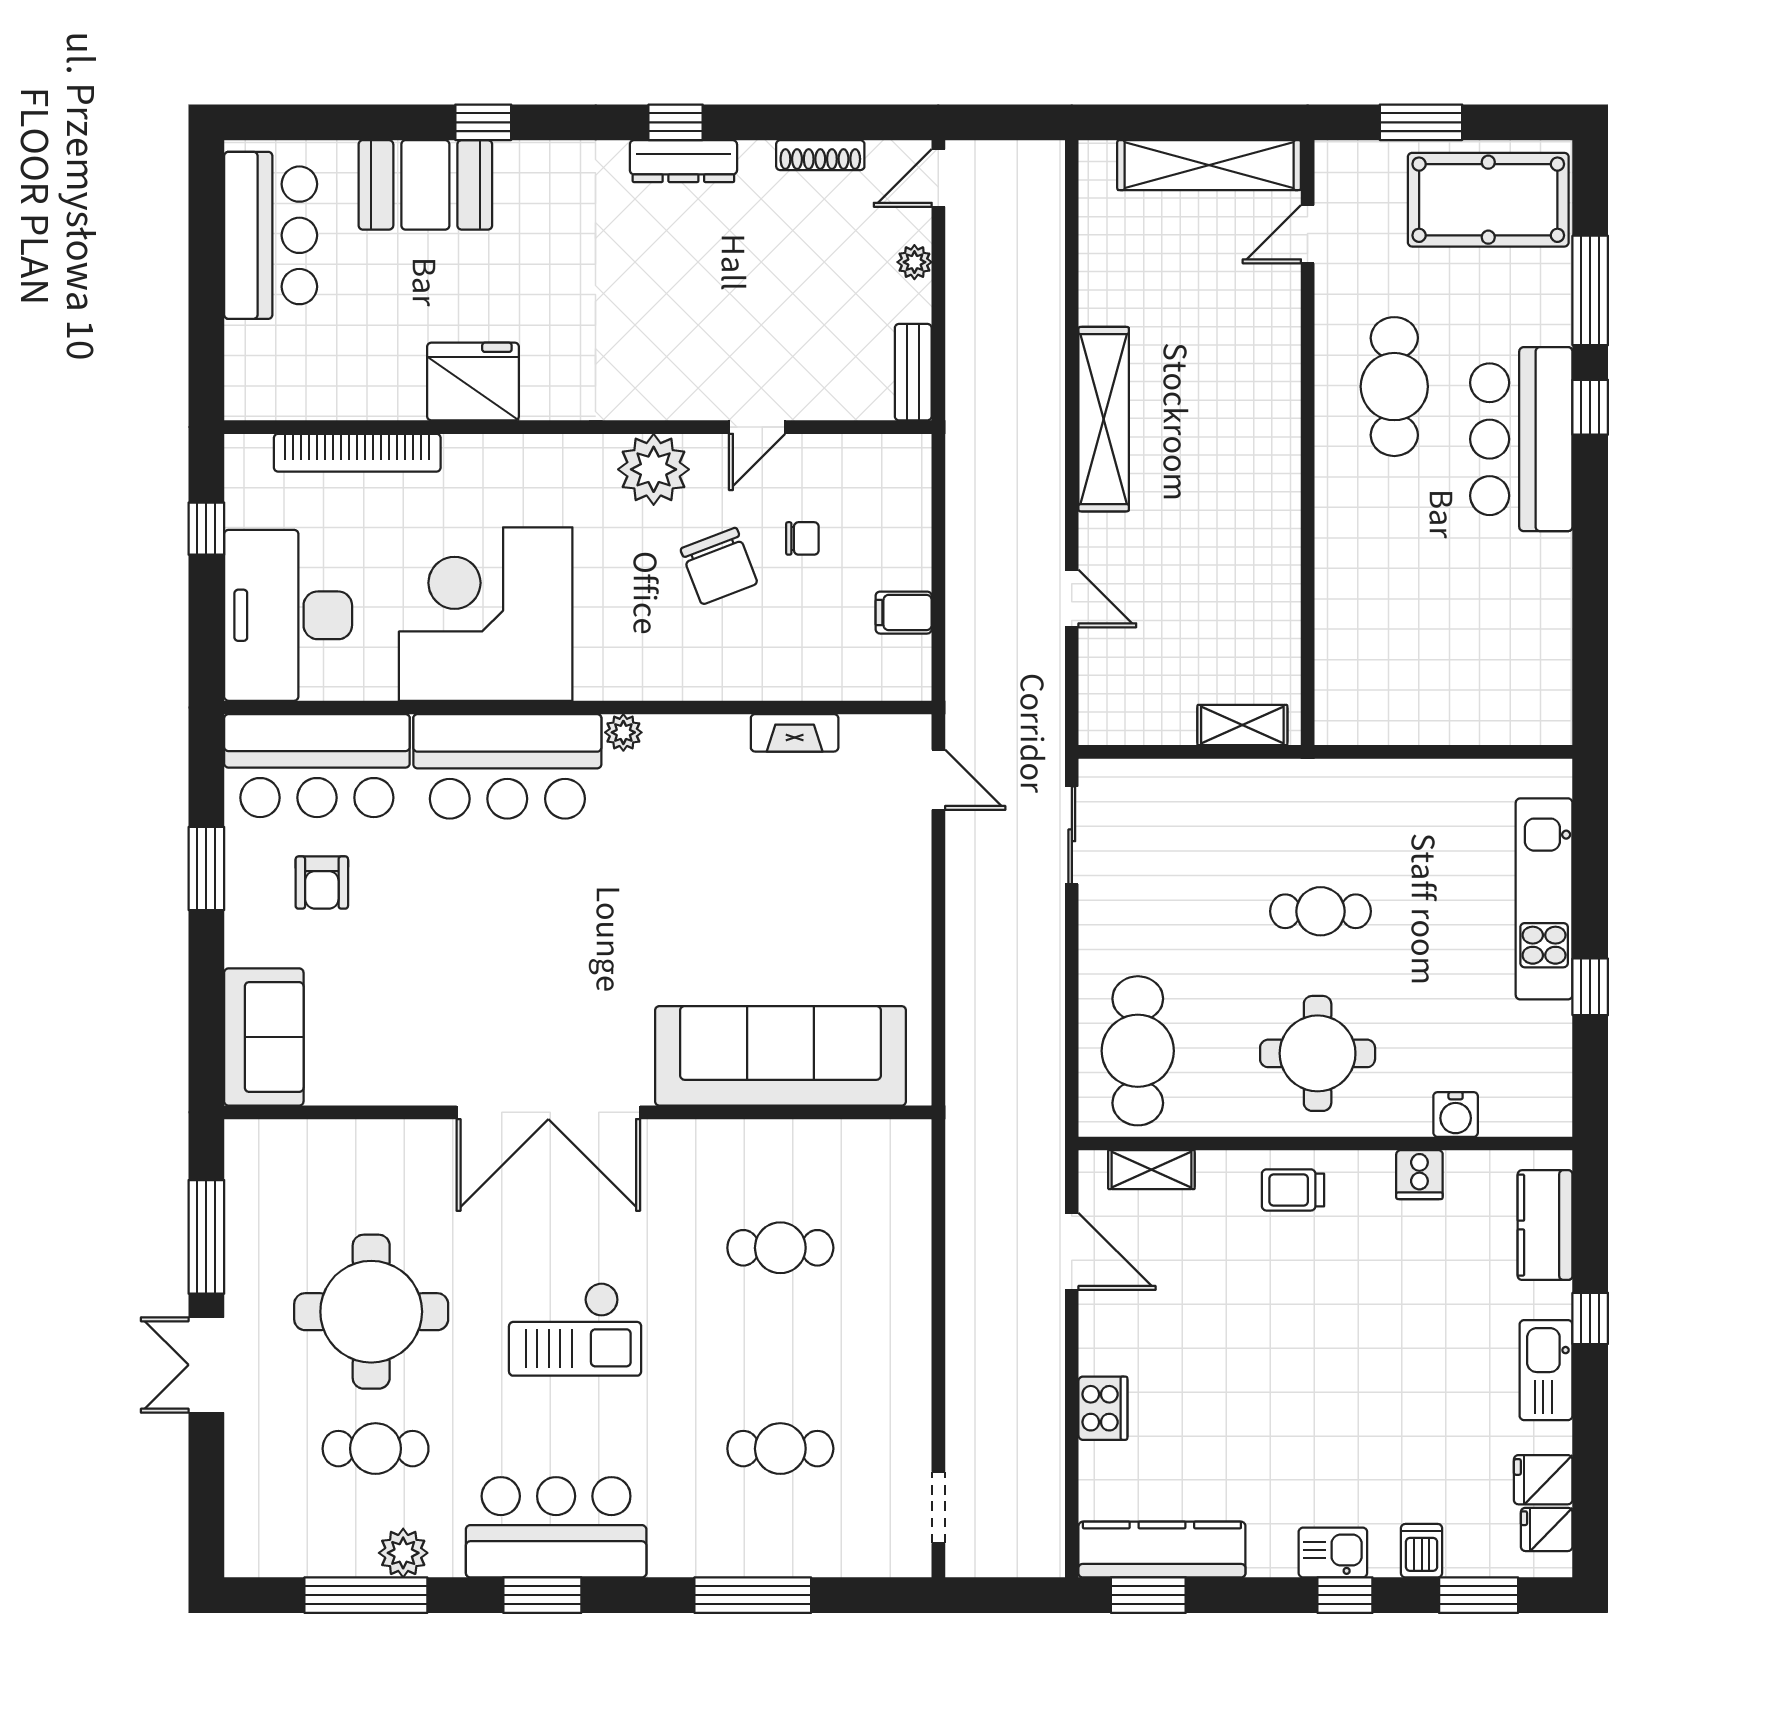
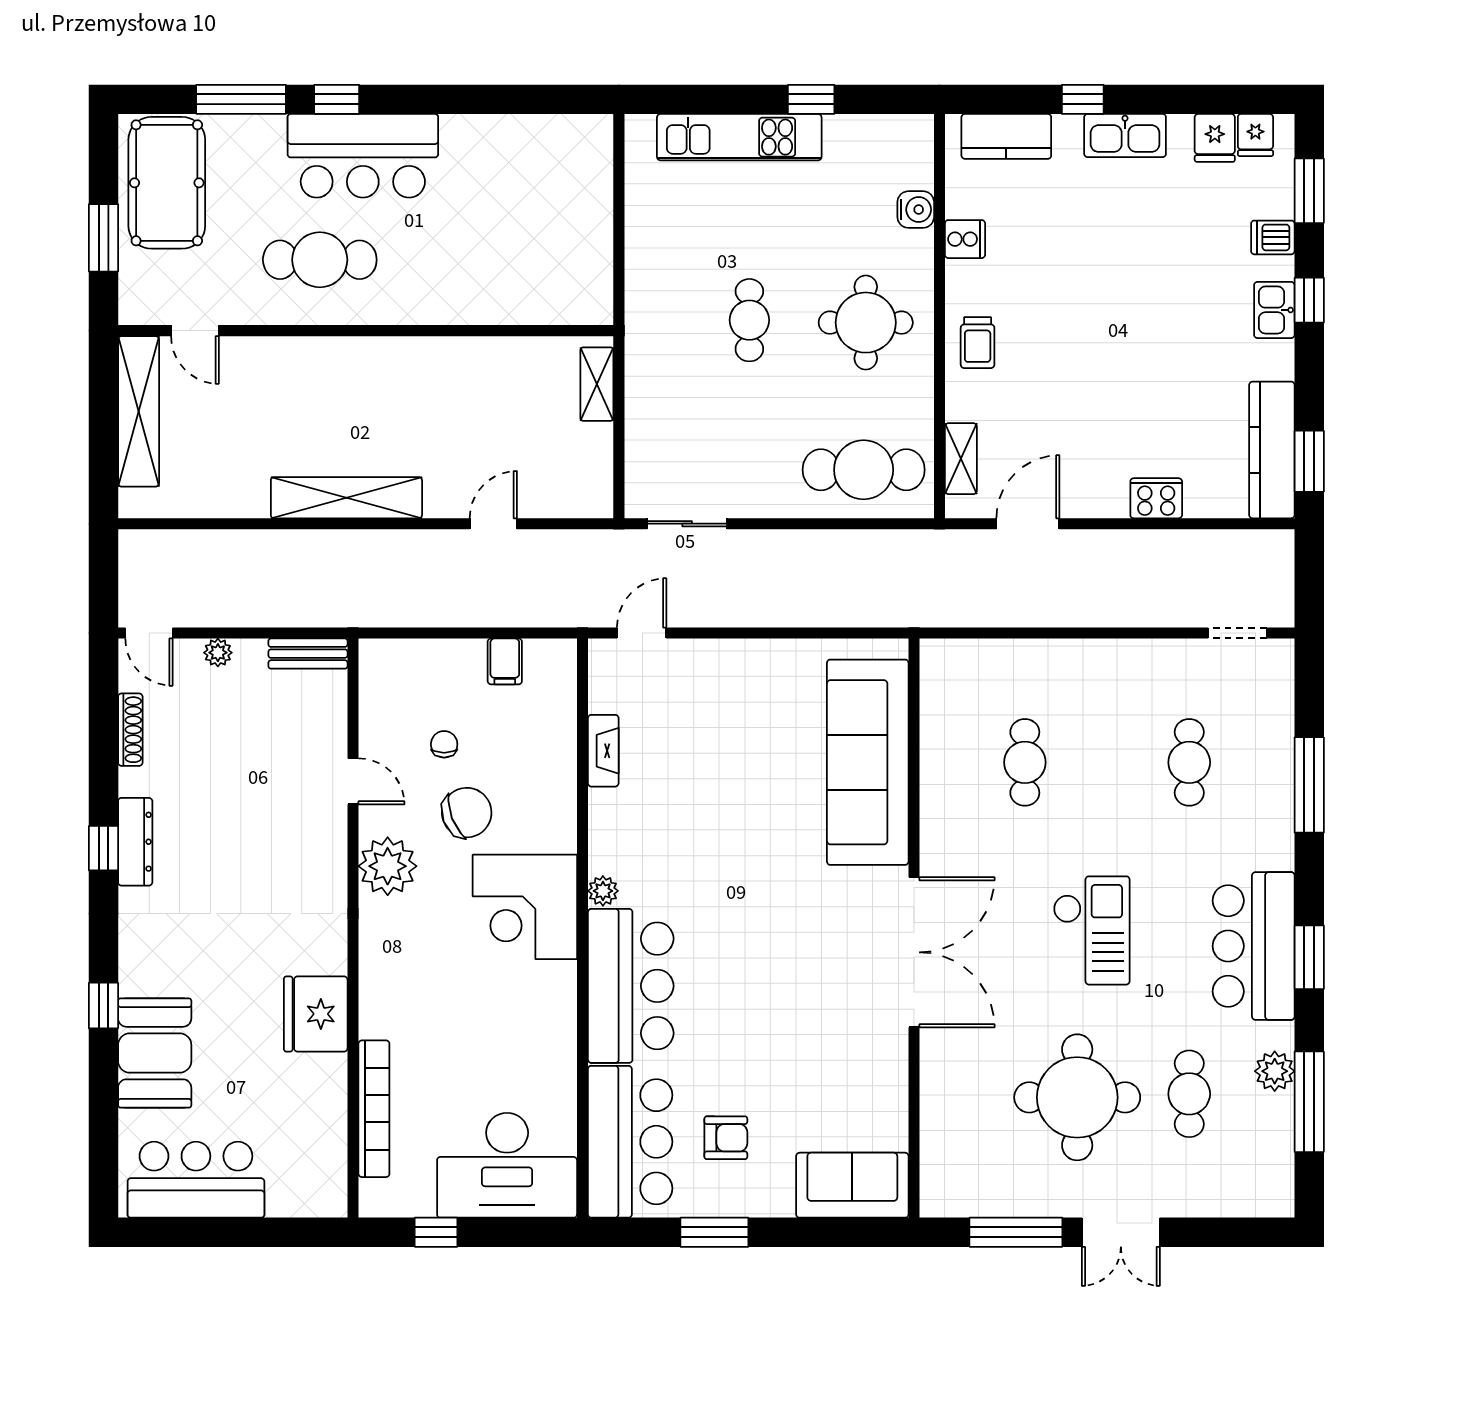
corner desk: (486, 614) -> (525, 907), moved, width x0.74, depth x0.74

